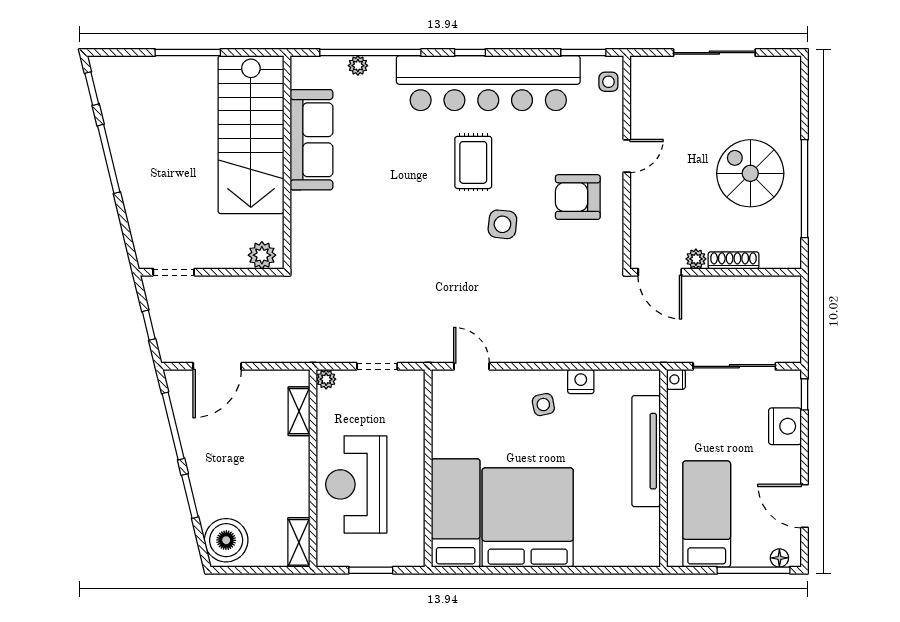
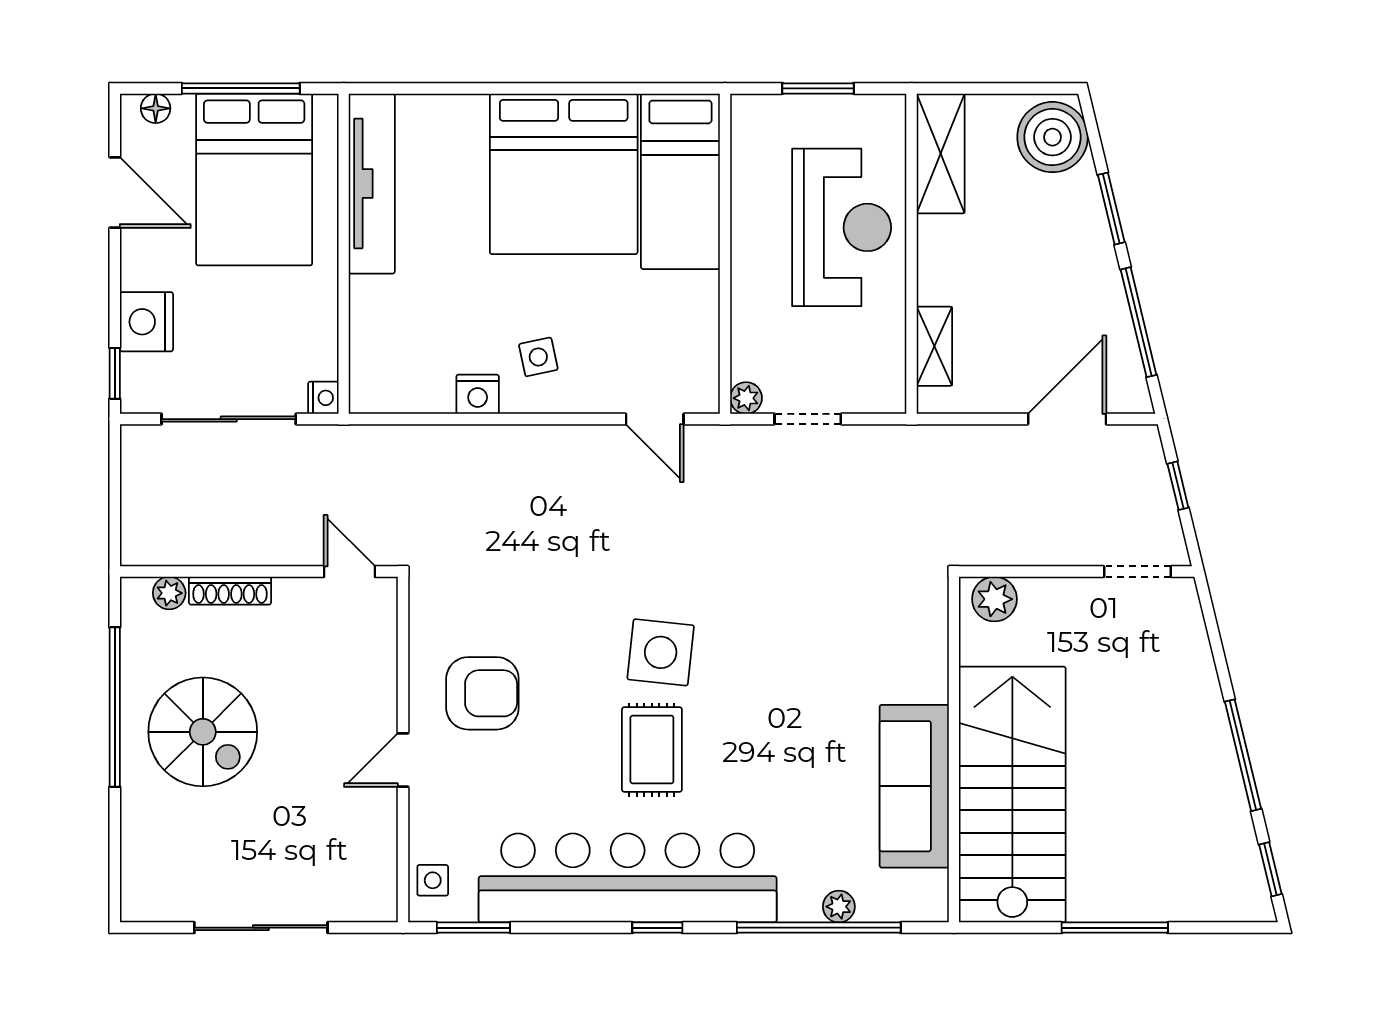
side table: (502, 224) -> (661, 652), moved, width x1.37, depth x1.37
plant: (696, 259) -> (169, 593), moved
door: (660, 272) -> (349, 572), width x0.73
plant: (326, 379) -> (746, 398), moved
tv unit: (646, 451) -> (372, 184), moved
bed: (707, 514) -> (254, 180), width x1.50
shelving: (299, 542) -> (941, 154), width x1.50, depth x1.33
window: (754, 570) -> (241, 88), moved

